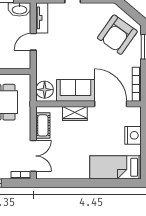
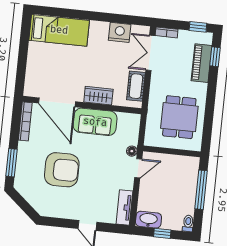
armchair: (117, 35) -> (62, 170), moved, turned 55
door: (33, 42) -> (138, 168), moved
floor lamp: (45, 90) -> (132, 151), moved, width x0.53, depth x0.53
nightstand: (133, 135) -> (120, 32), moved, turned 90

